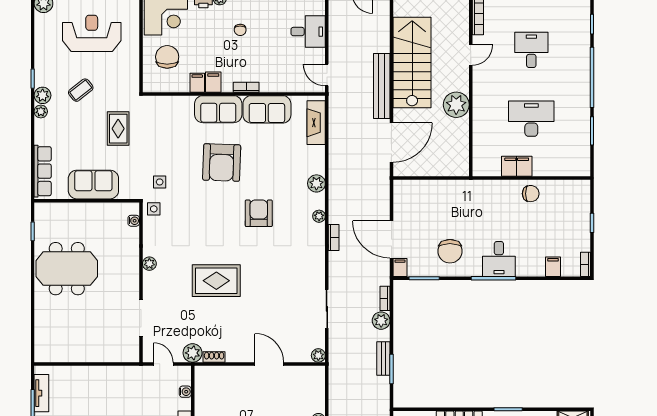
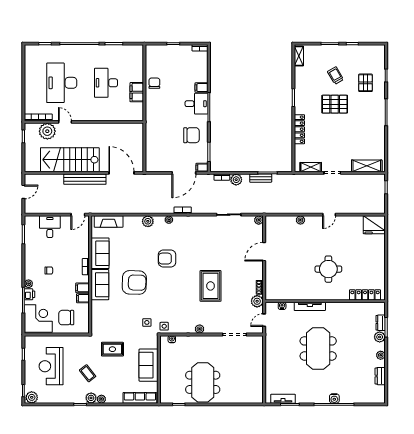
desk: (531, 50) -> (62, 83), width x1.87, depth x1.30
plant: (456, 105) -> (47, 131), moved
filing cabinet: (553, 267) -> (201, 88), moved

